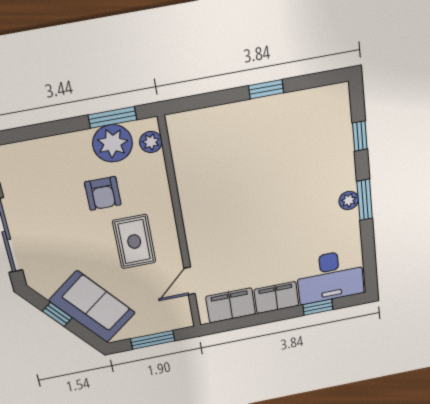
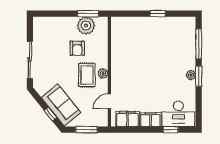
window: (360, 136) -> (199, 44), width x2.17
plant: (151, 142) -> (103, 73), moved
window: (57, 314) -> (51, 114), moved

